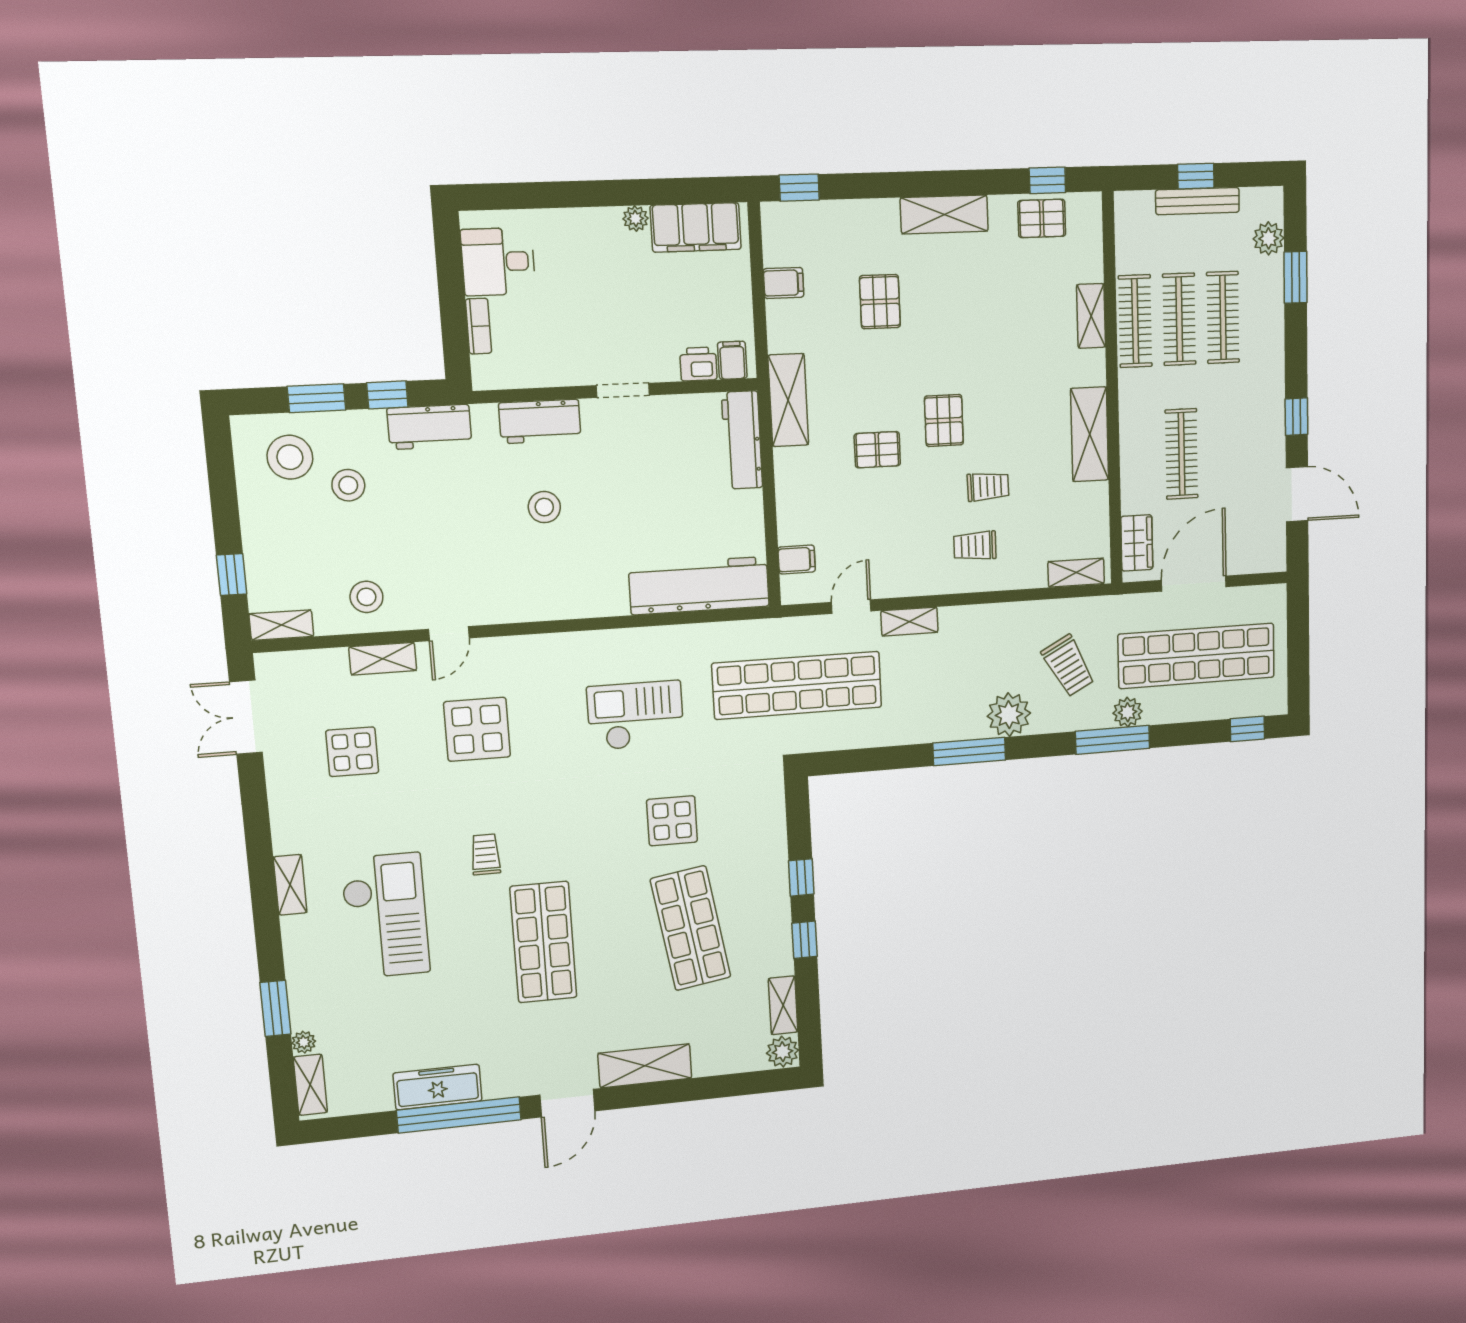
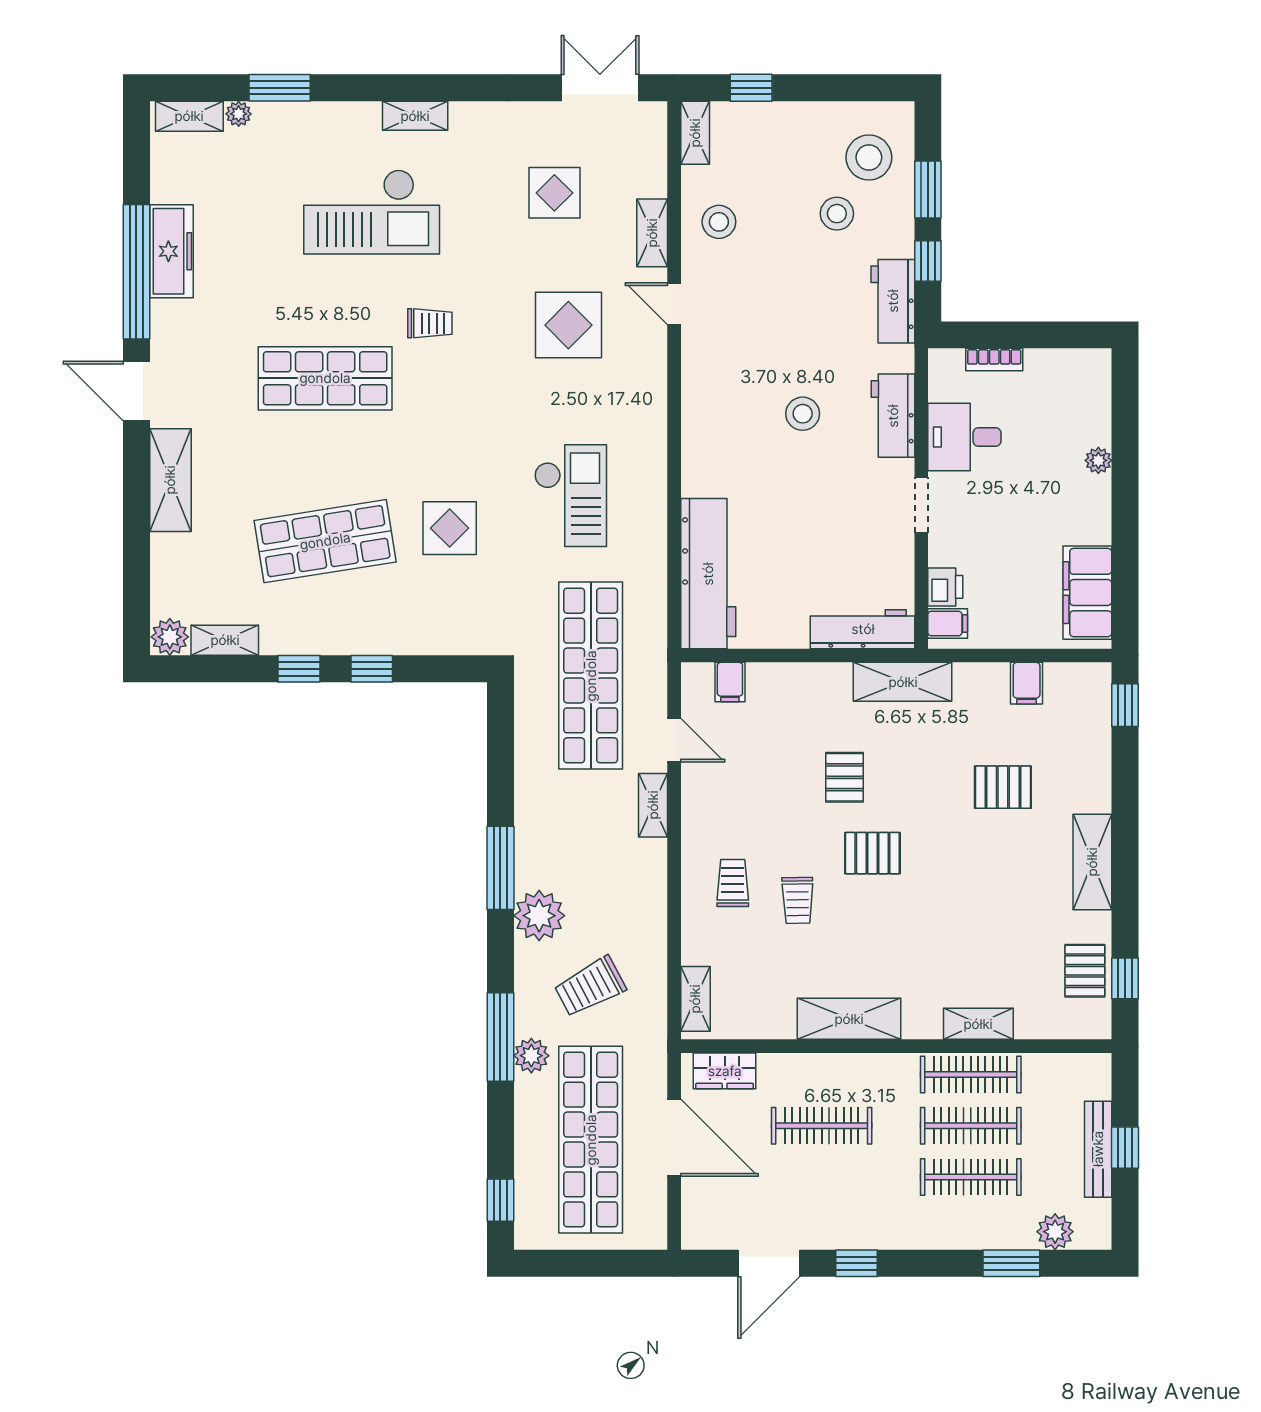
plant: (636, 219) -> (1098, 460), moved
desk: (498, 262) -> (964, 437), moved, turned -90

